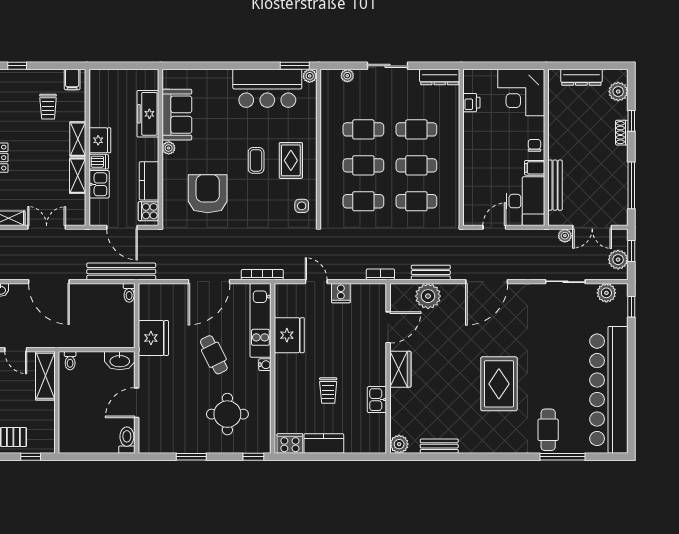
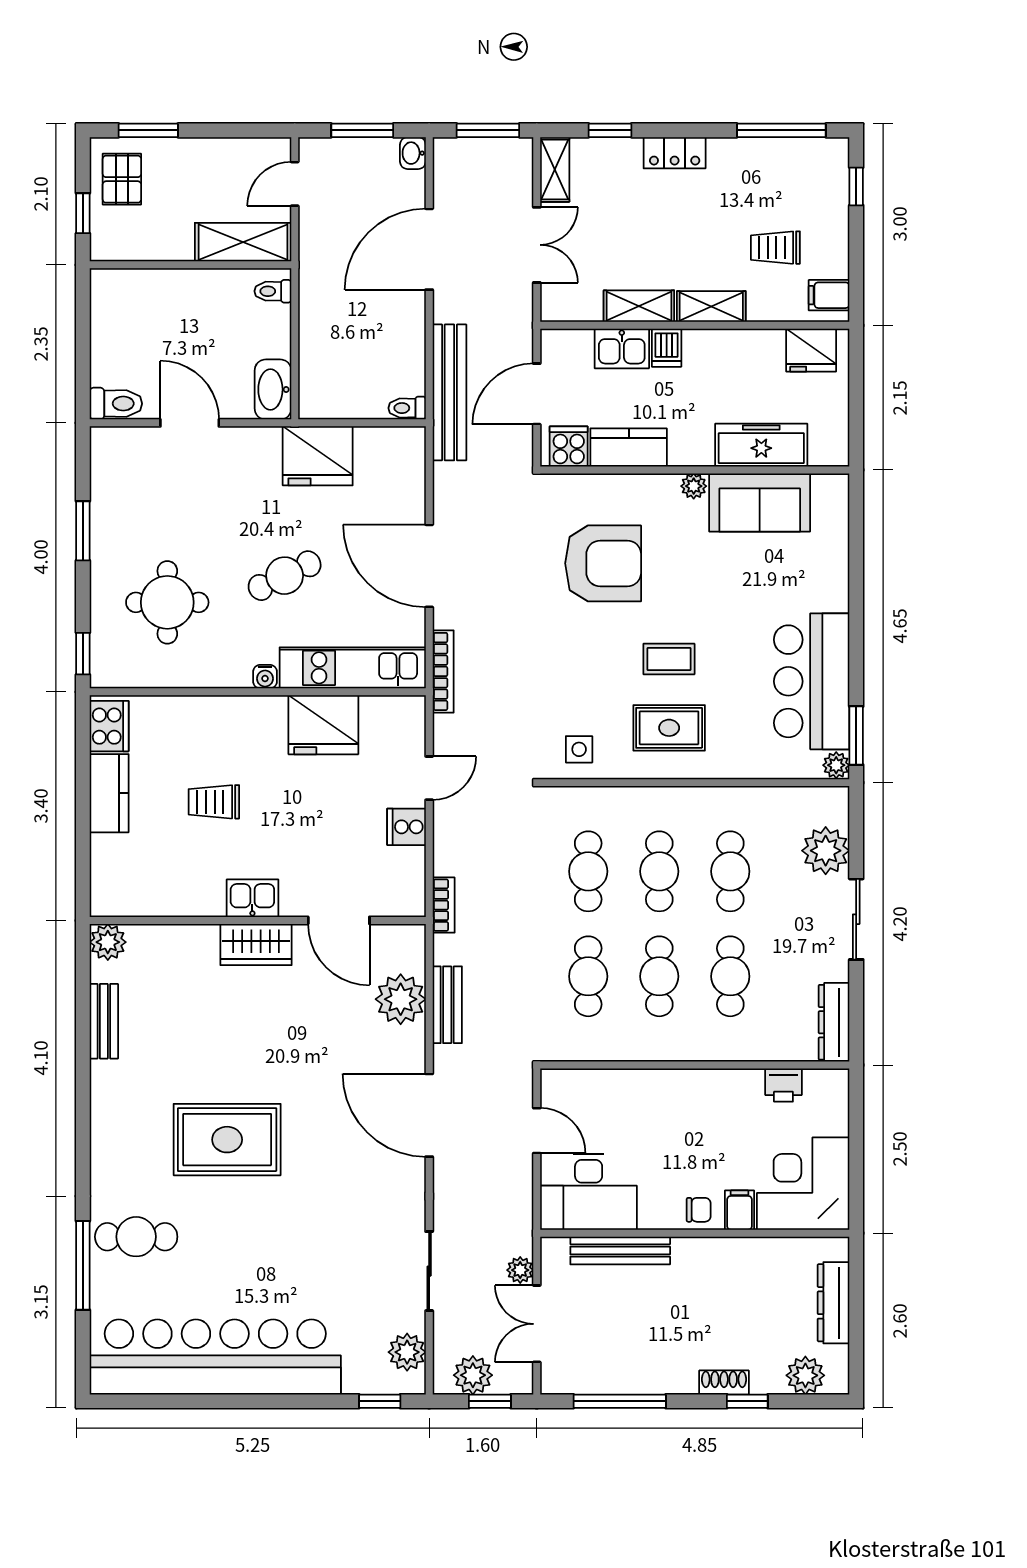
plant: (347, 76) -> (826, 851), width x1.88, depth x1.88
fridge: (100, 140) -> (811, 350), moved
filing cabinet: (535, 168) -> (739, 1210), moved
kitchen sink: (377, 400) -> (252, 898), moved

